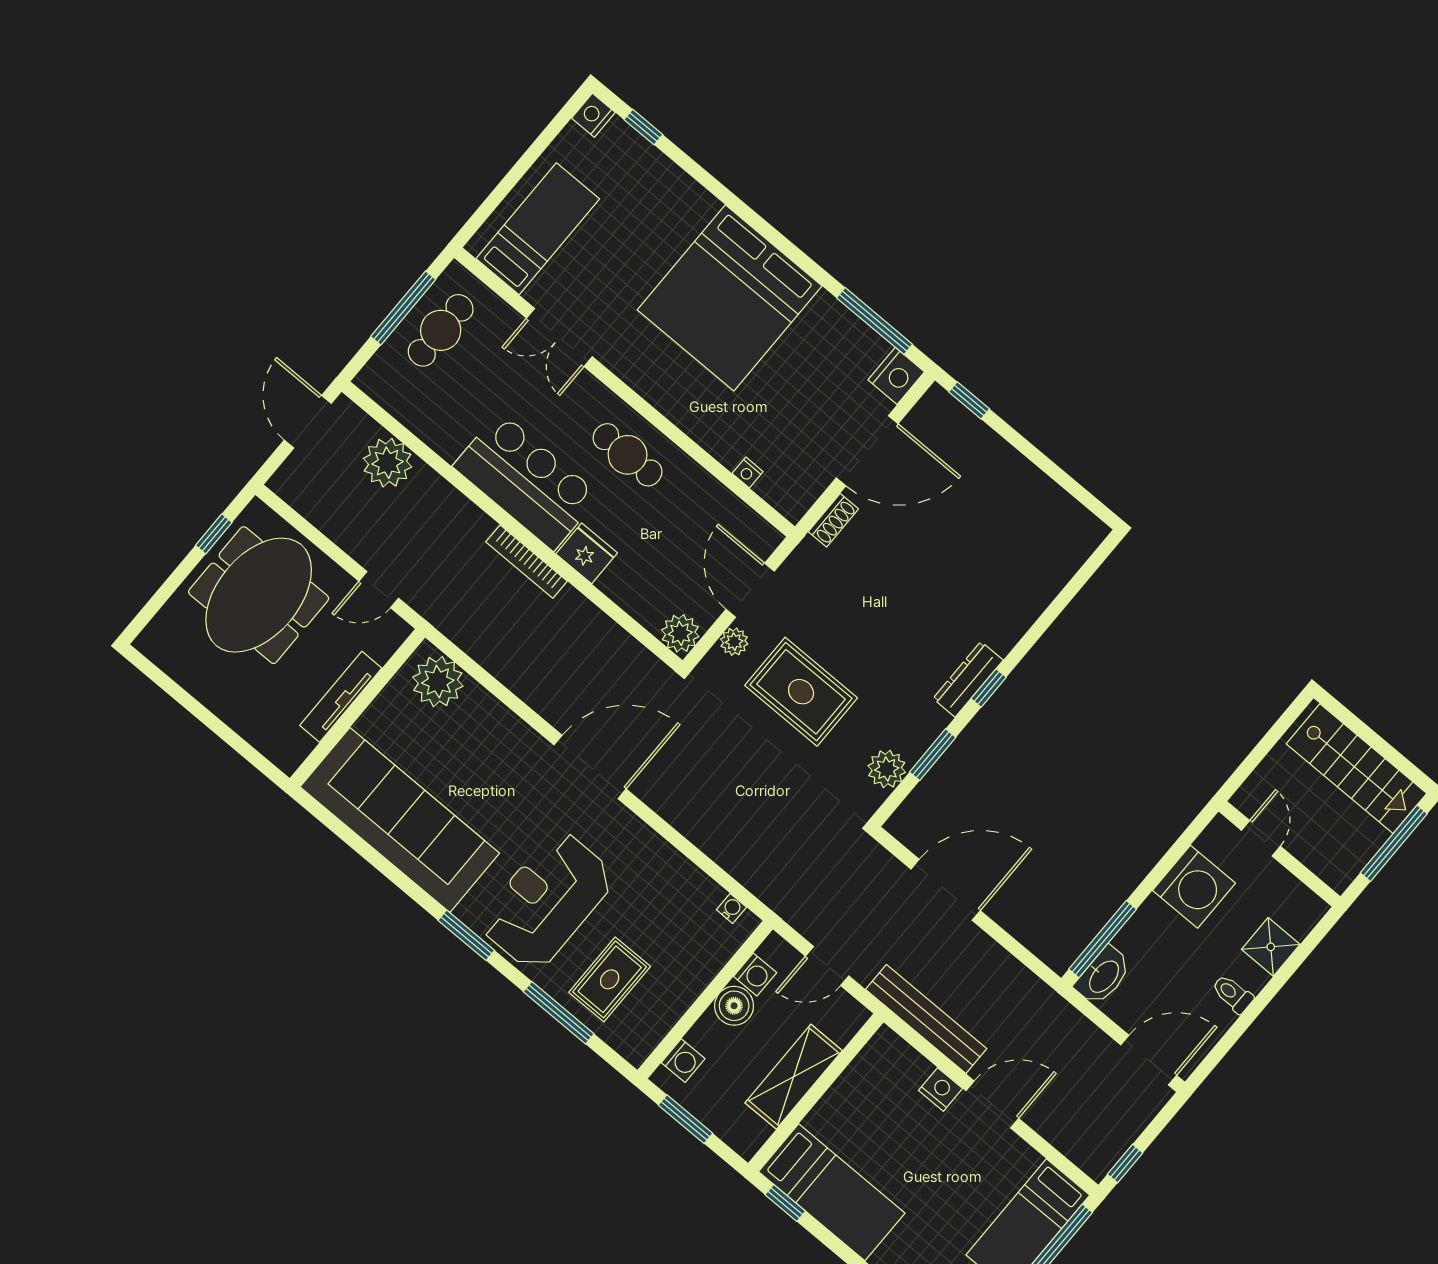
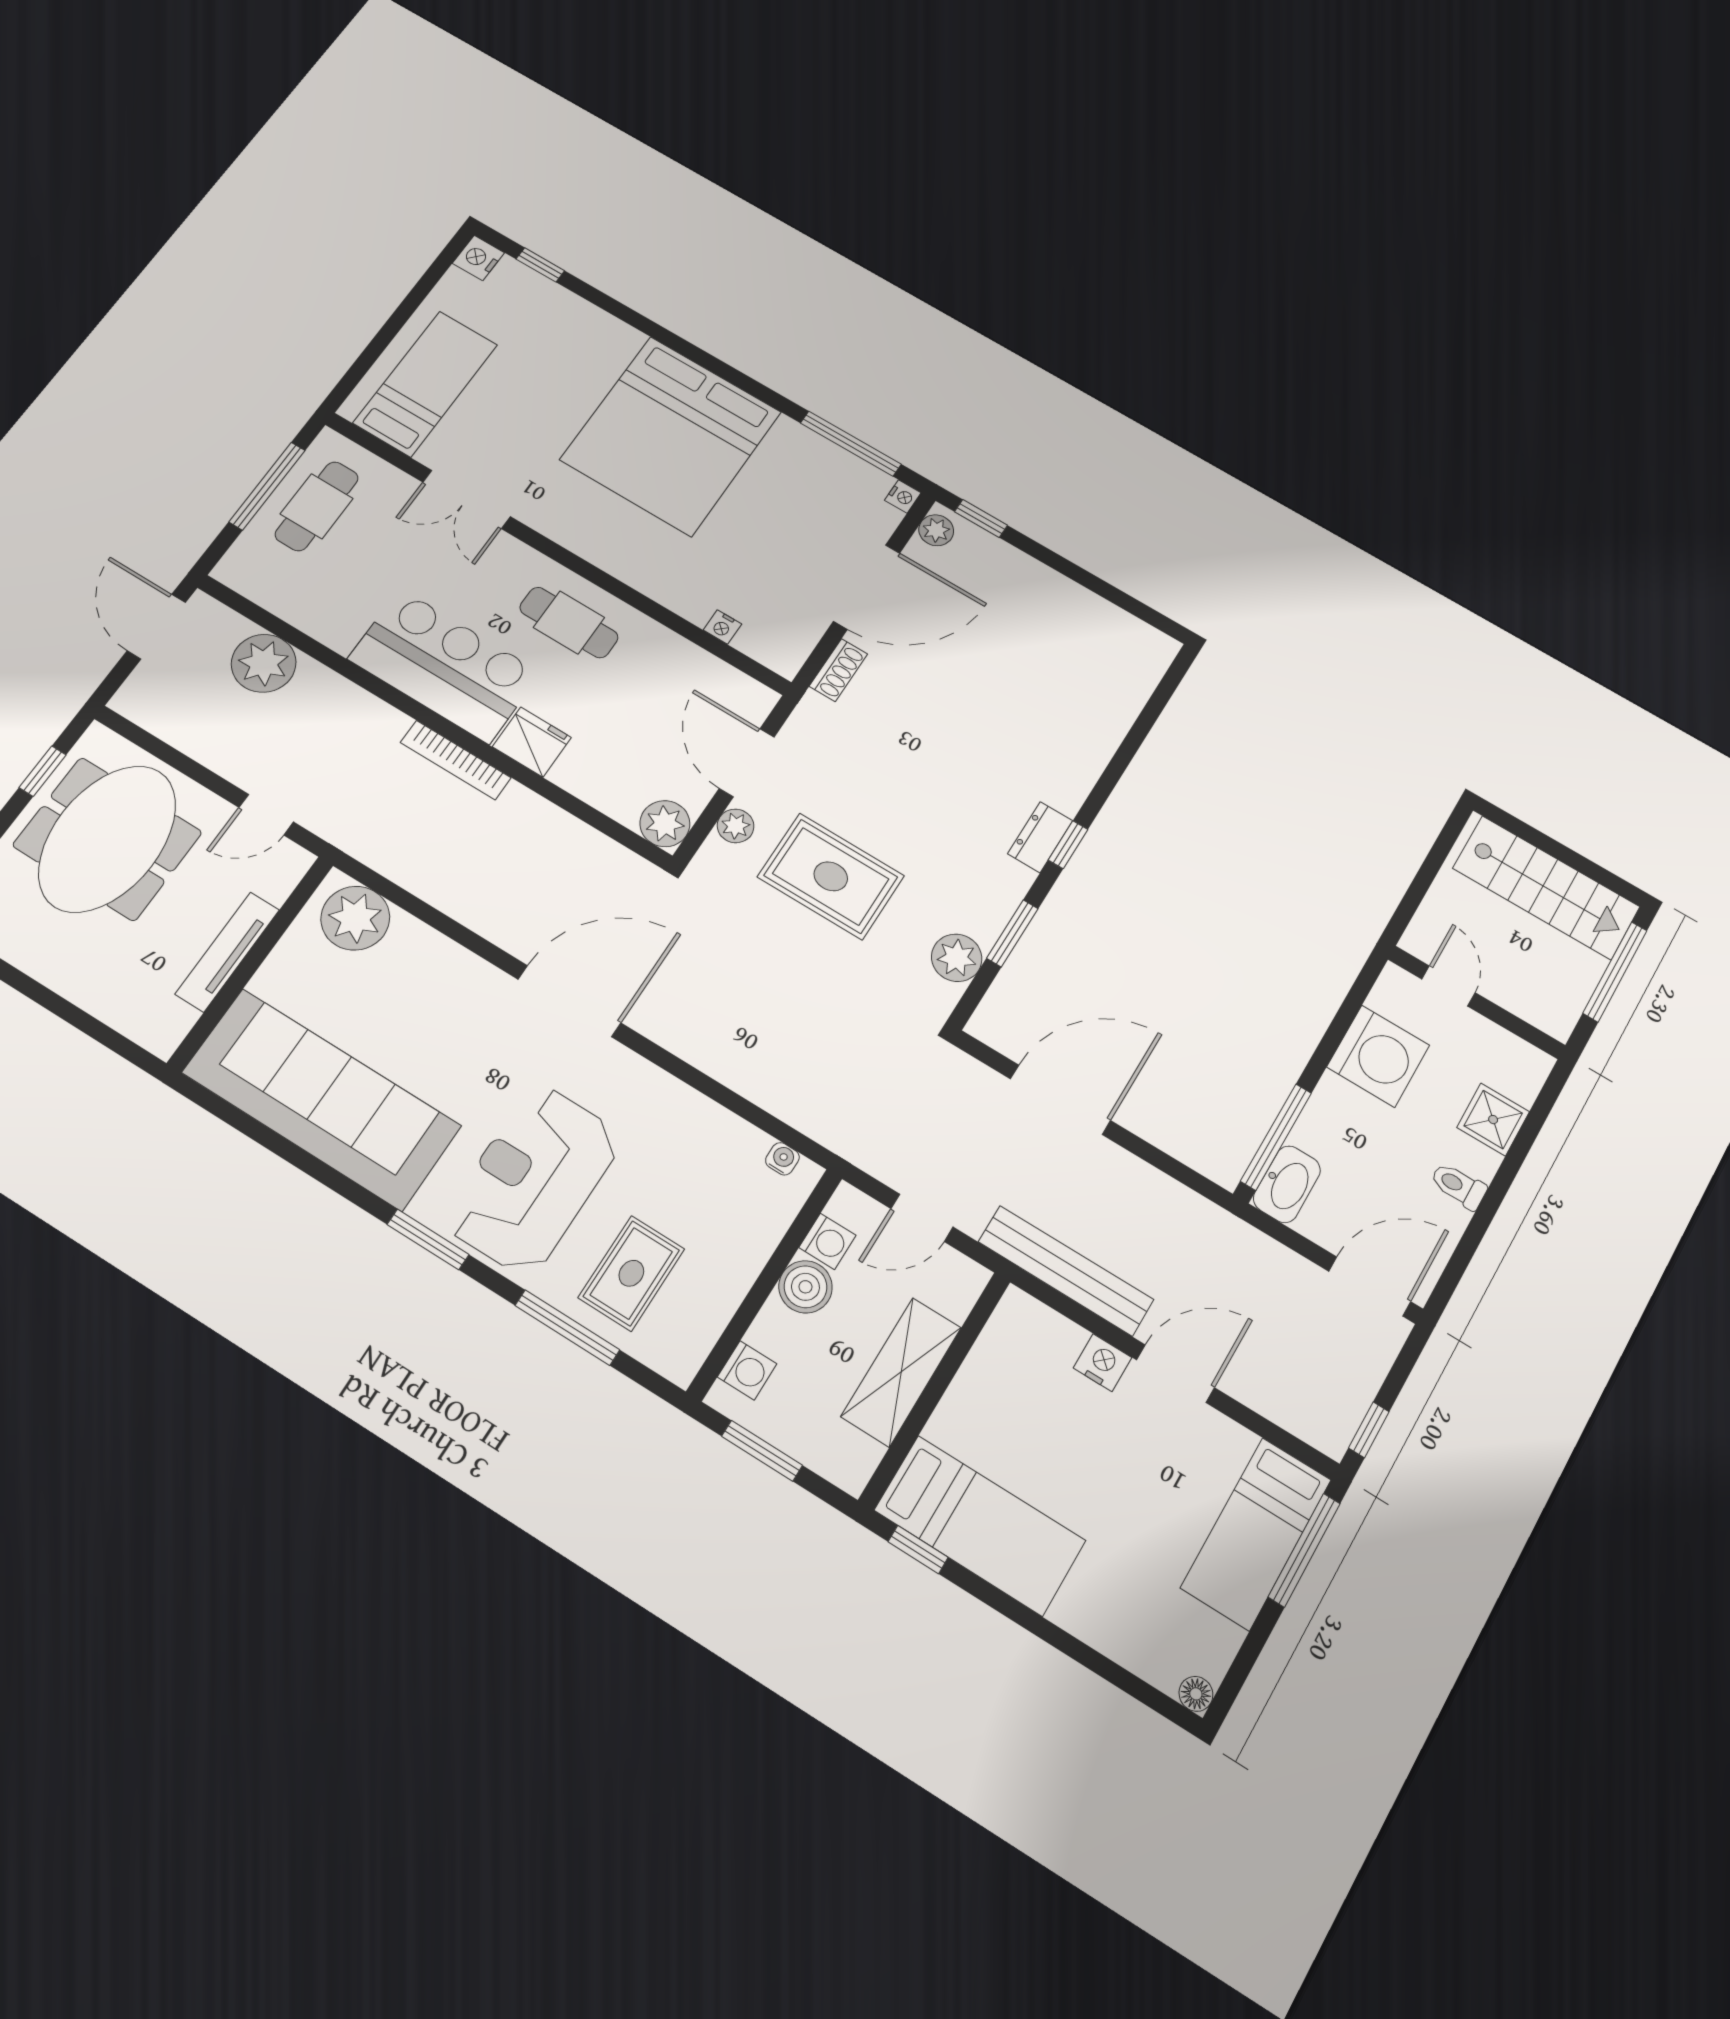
nightstand: (896, 376) -> (903, 497), width x0.53, depth x0.56
plant: (931, 407) -> (936, 530), added
dresser: (968, 679) -> (1040, 837), width x0.70

